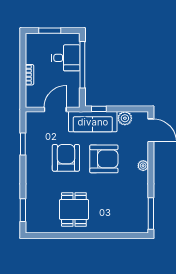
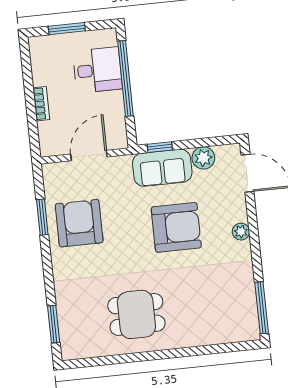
sofa: (93, 122) -> (162, 168), width x0.73
armchair: (66, 158) -> (79, 223), moved
dining table: (74, 209) -> (136, 314), turned 90

